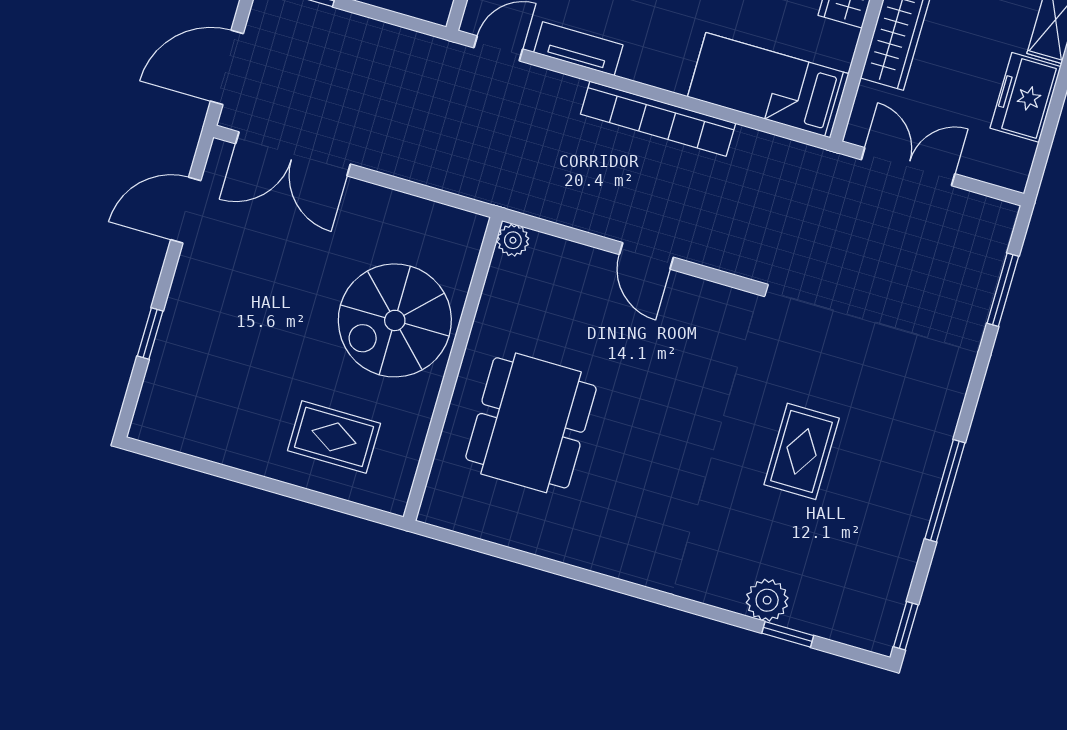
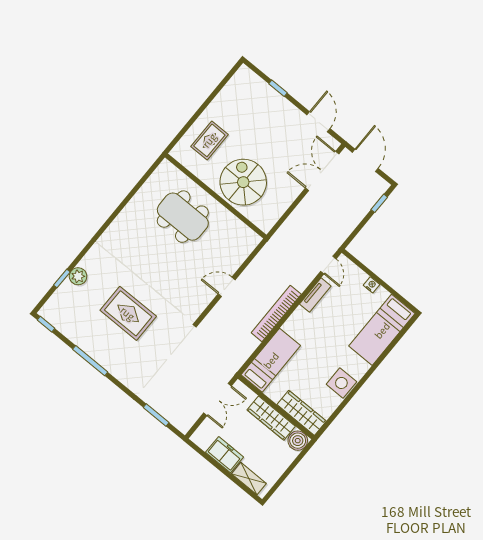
plant: (513, 240) -> (254, 239), removed
rug: (802, 451) -> (128, 313), width x1.36, depth x1.43

